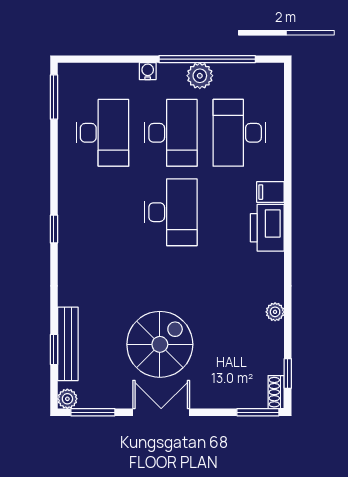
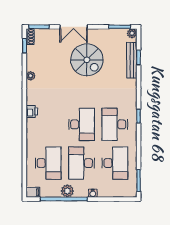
desk: (102, 133) -> (115, 163), turned 180
filing cabinet: (270, 192) -> (33, 192), moved
desk: (102, 212) -> (115, 124), added
desk: (171, 212) -> (81, 124), turned 180
printer: (267, 228) -> (32, 111), width x0.53, depth x0.68
spiral stairs: (160, 344) -> (87, 60), turned -90
double door: (161, 412) -> (74, 27), moved

